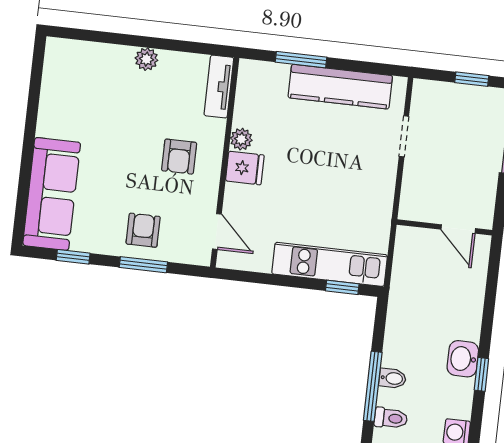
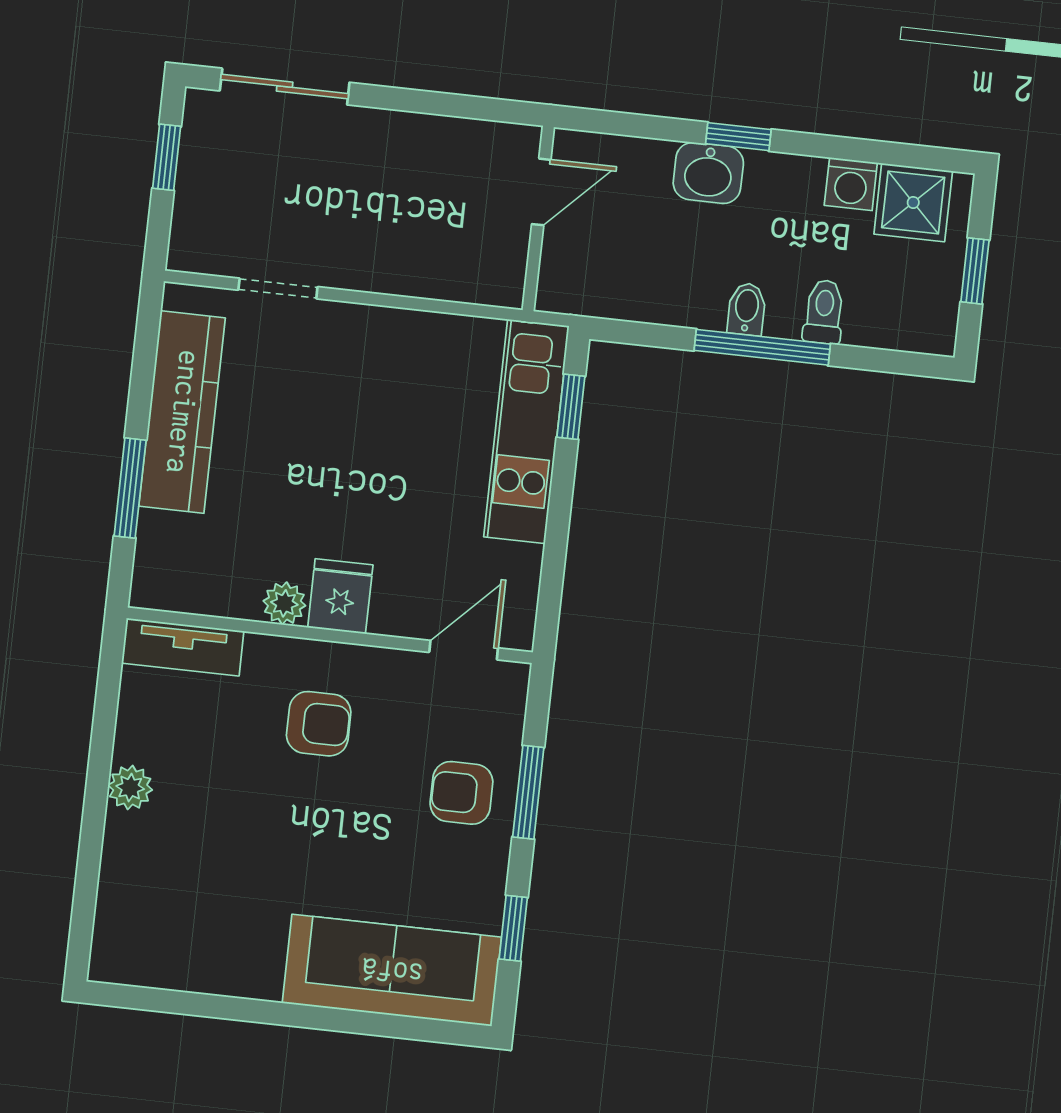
wall: (444, 227) -> (538, 219), moved
door: (458, 229) -> (541, 192), moved

